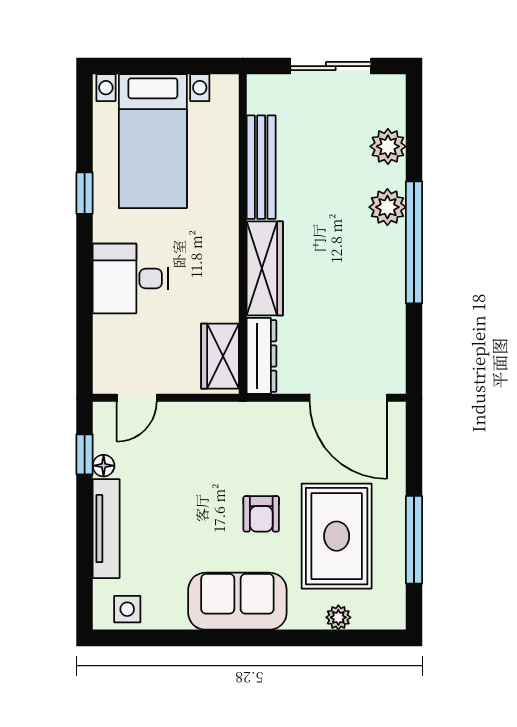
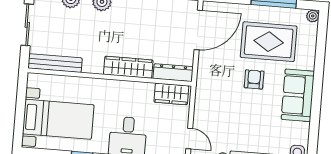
bench: (261, 167) -> (55, 63), moved
armchair: (261, 514) -> (254, 79), turned -90
plant: (338, 617) -> (313, 16), moved

